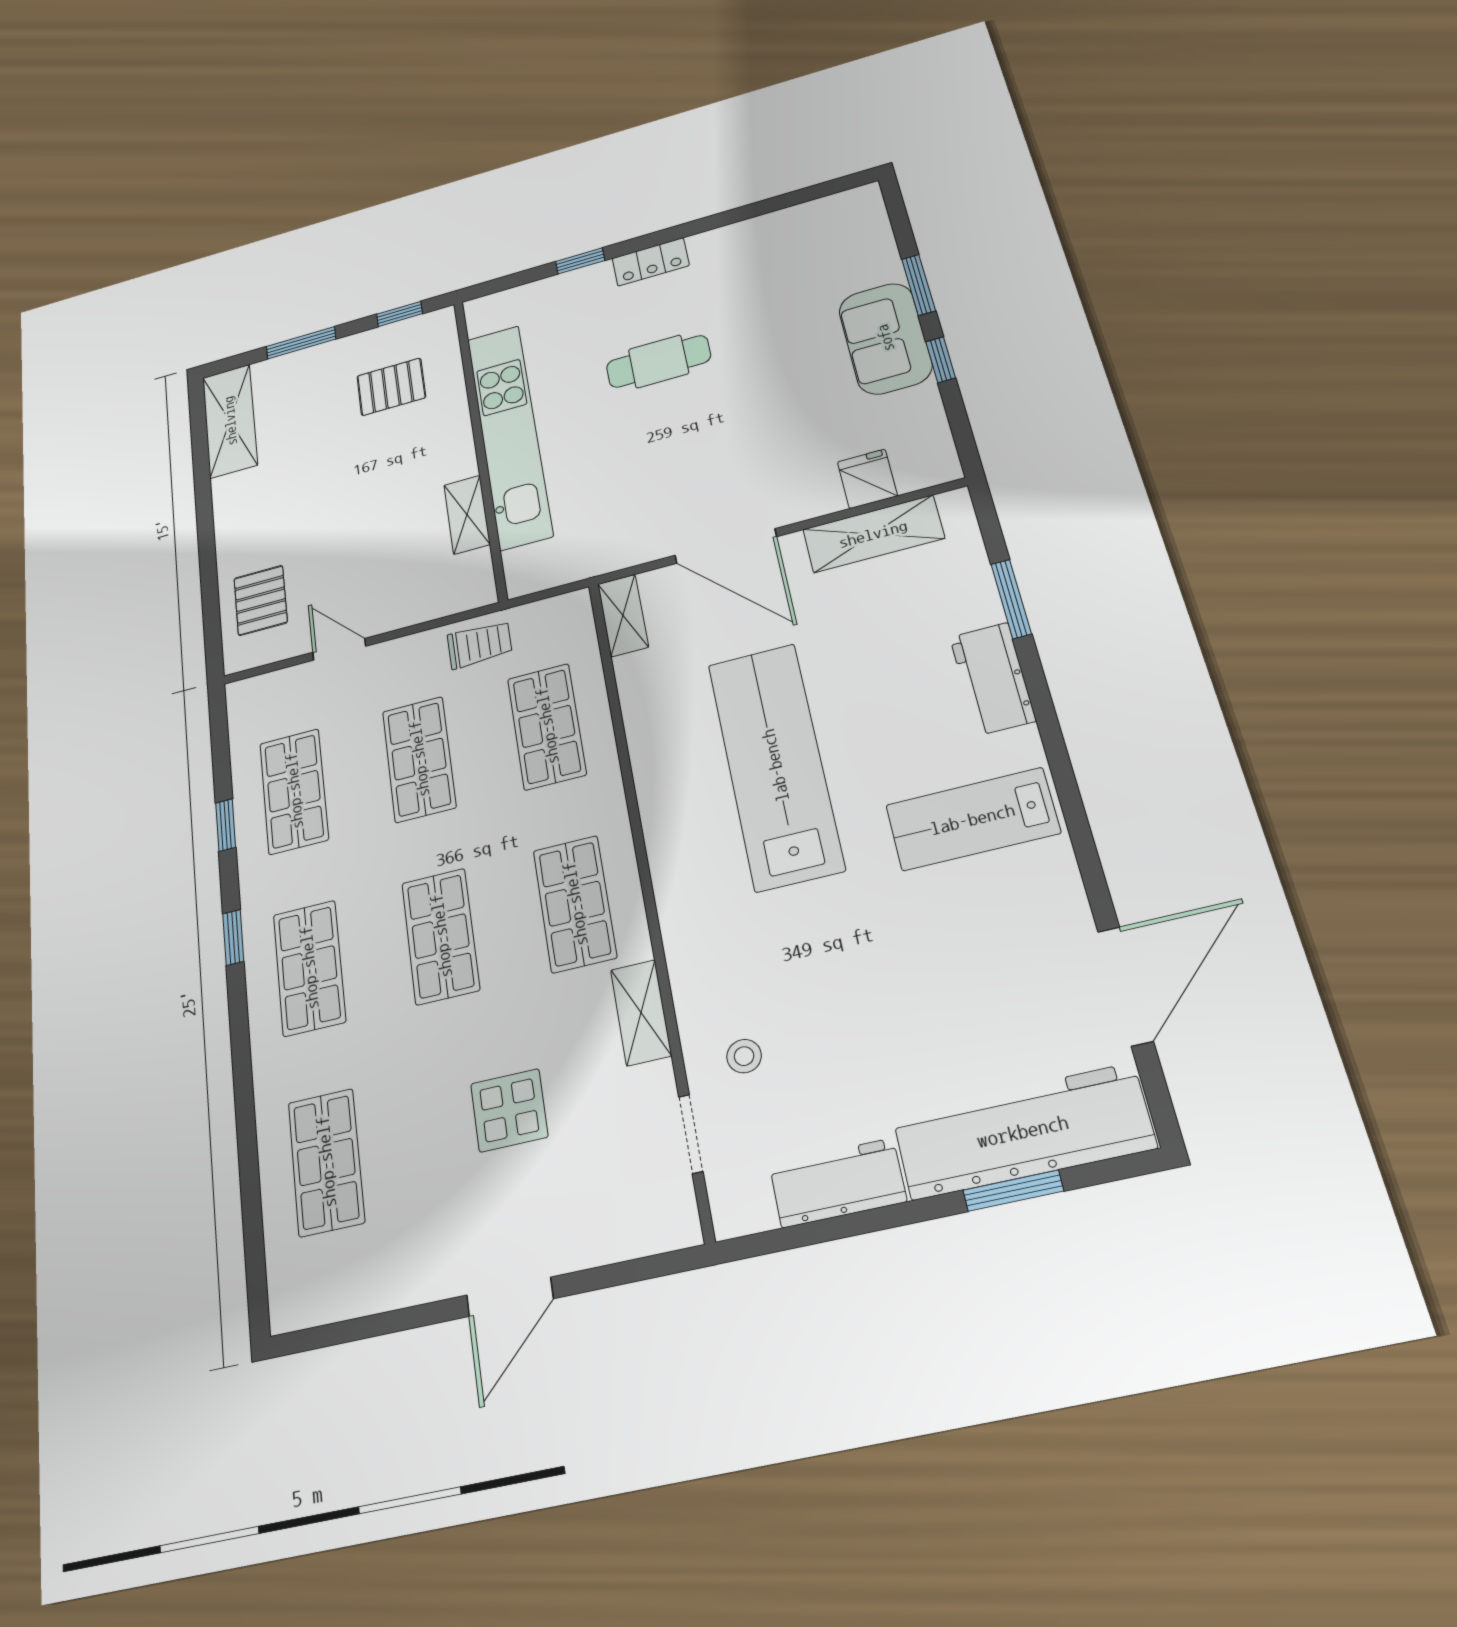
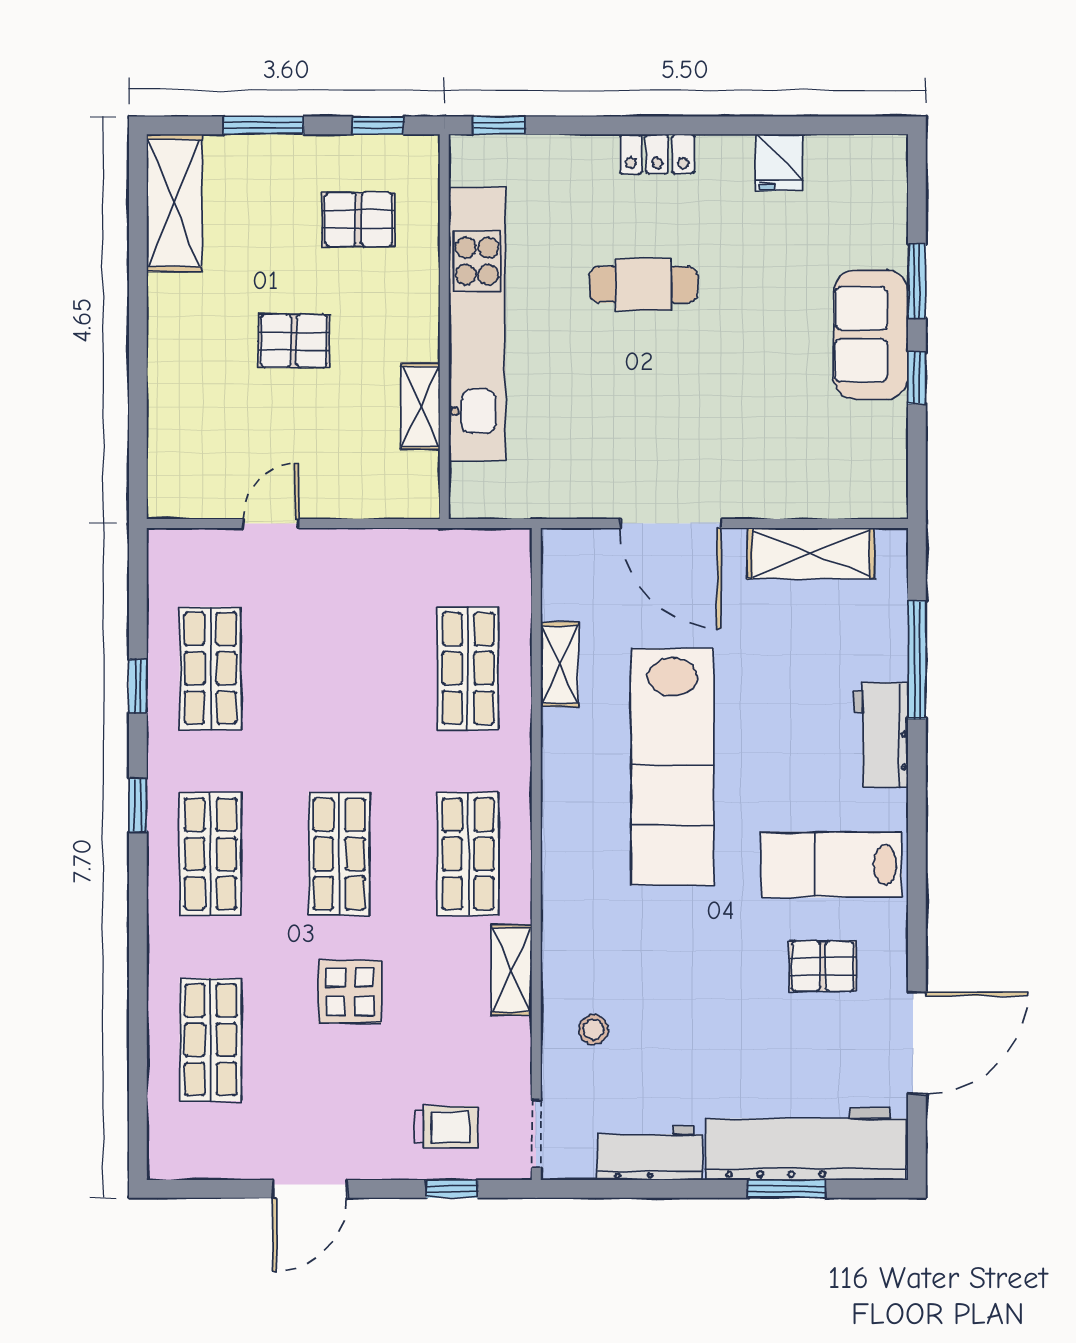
window: (580, 261) -> (499, 125), moved
fridge: (867, 479) -> (779, 162), moved, turned 180
window: (1011, 599) -> (917, 660), width x1.44
pallet: (261, 600) -> (294, 341), moved, turned 90
shelving: (623, 615) -> (560, 665), moved
trolley: (480, 645) -> (446, 1127), moved
door: (339, 649) -> (271, 524), hinge flipped
shop shelf: (419, 759) -> (339, 668), removed
lab bench: (775, 765) -> (672, 767), turned 180
pallet: (990, 927) -> (823, 966), added
display table: (509, 1110) -> (350, 992), moved
doorway: (691, 1134) -> (536, 1134), moved
window: (614, 1275) -> (452, 1189), added
door: (510, 1297) -> (310, 1189), moved

